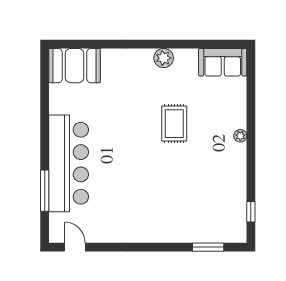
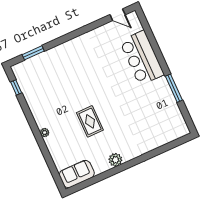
booth: (75, 66) -> (170, 130), removed
bar counter: (69, 163) -> (142, 58), width x0.73
window: (45, 191) -> (174, 88), moved

